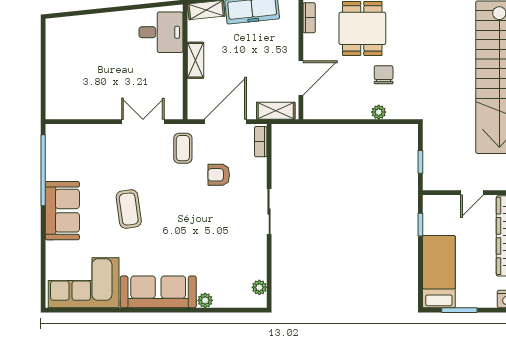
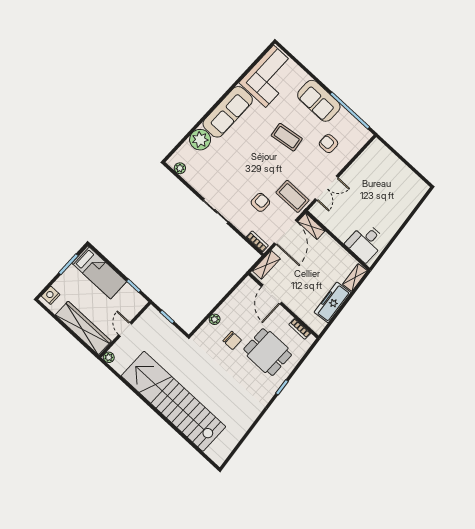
shelving: (195, 60) -> (311, 226), moved
coffee table: (183, 148) -> (292, 196), width x1.36, depth x1.30
armchair: (96, 161) -> (329, 144), added
plant: (205, 300) -> (200, 140), width x1.88, depth x1.88

